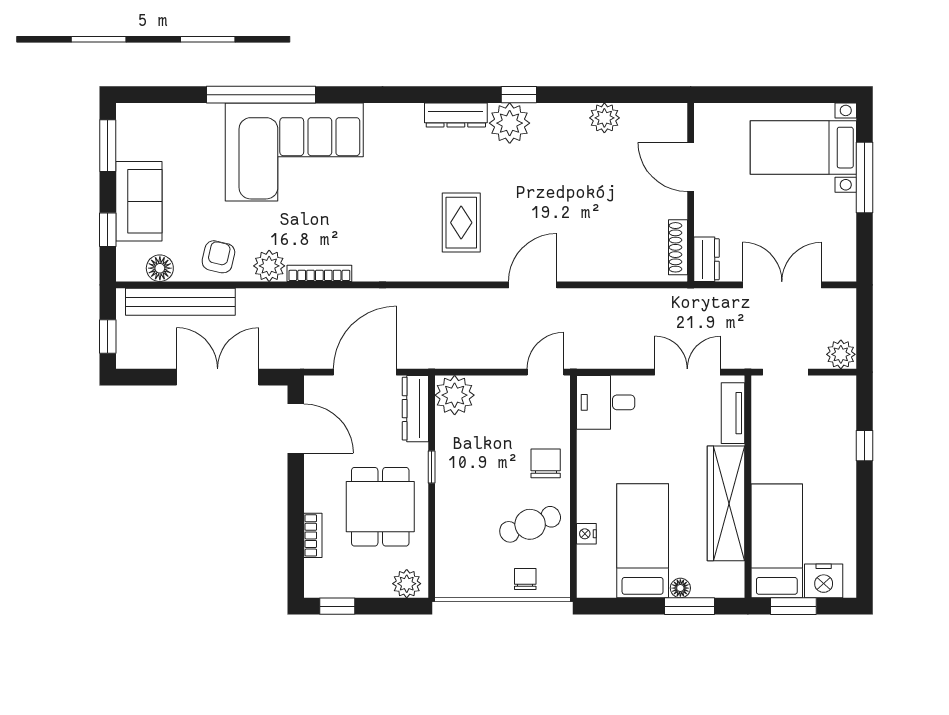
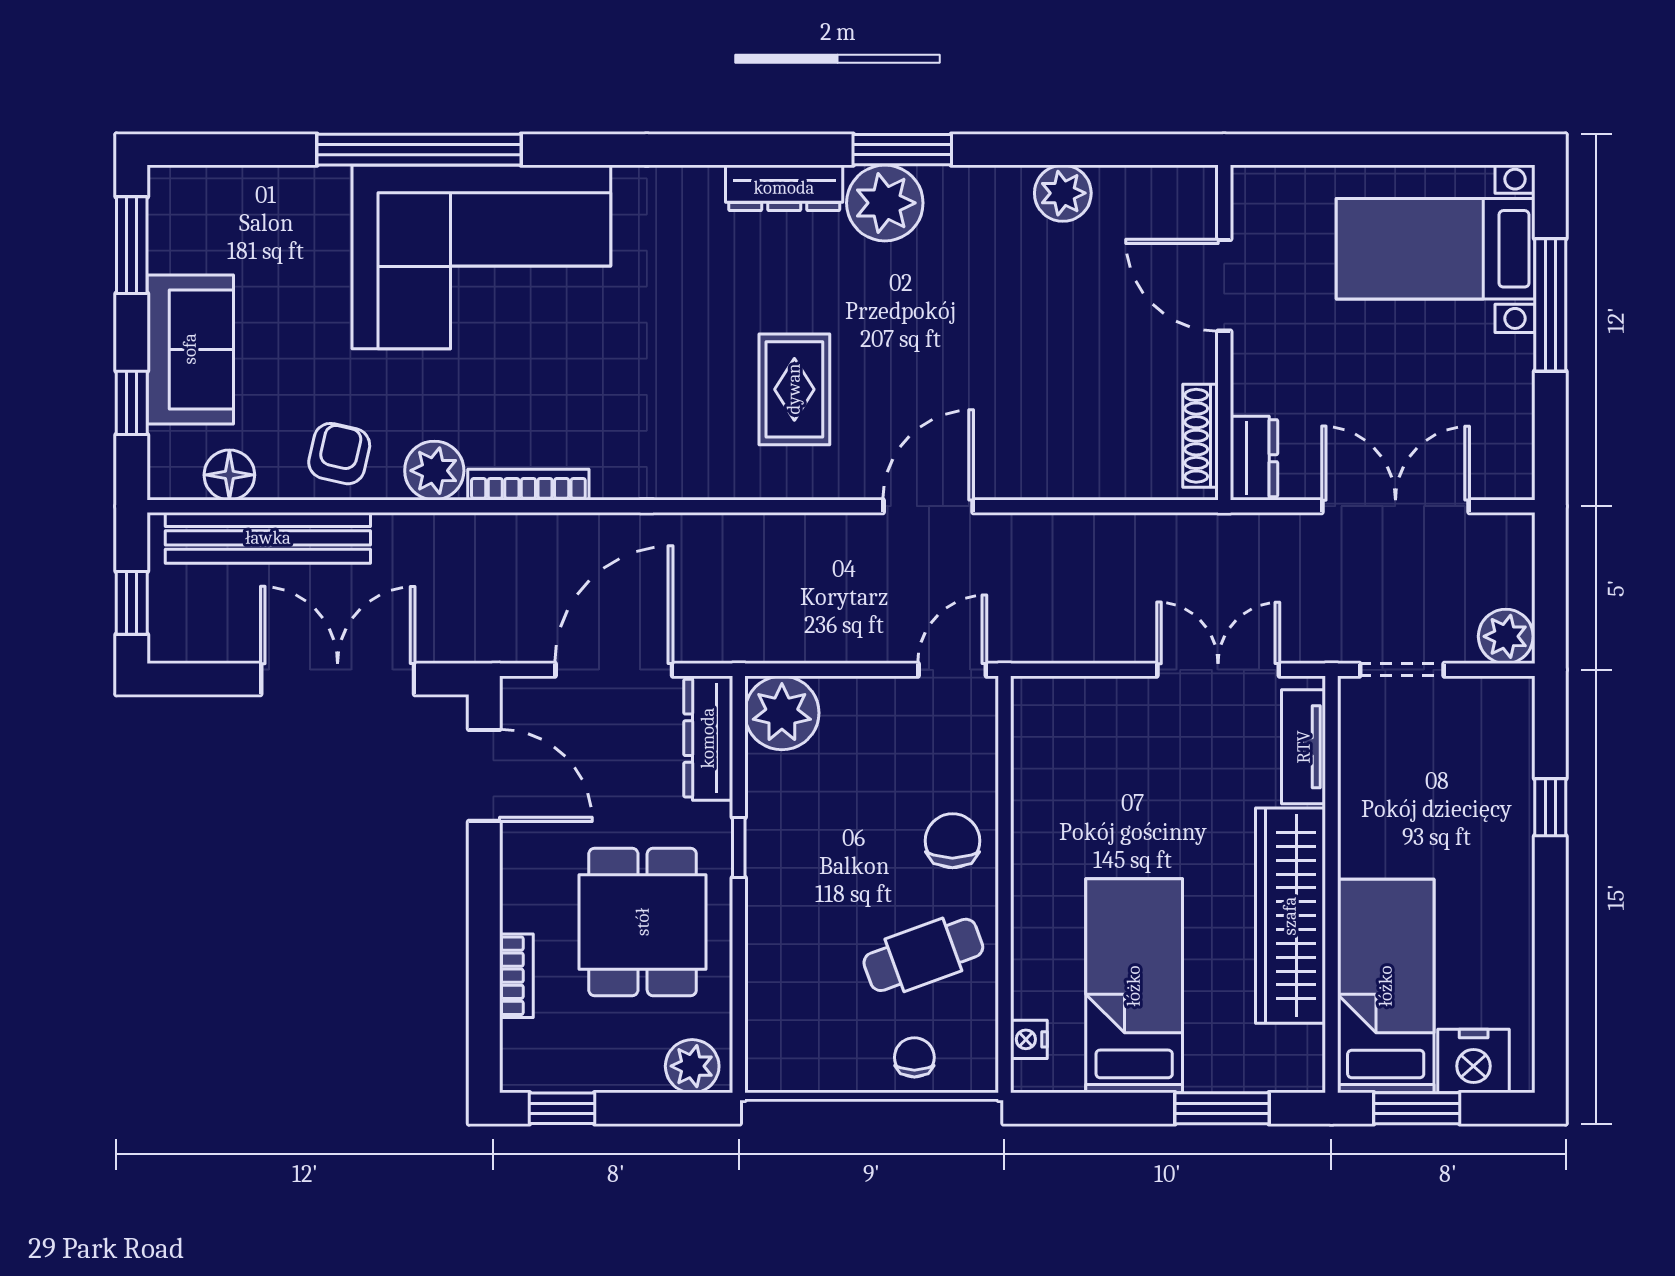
window: (519, 95) -> (902, 150), width x1.50
desk: (606, 402) -> (1065, 726), removed
nightstand: (586, 534) -> (1029, 1039), moved
floor lamp: (680, 588) -> (1205, 1074), removed

